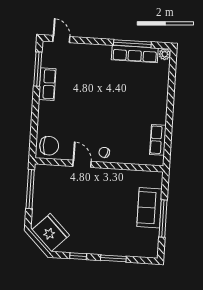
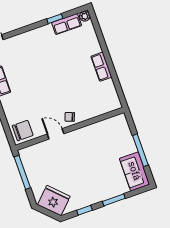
window: (132, 44) -> (55, 19), width x0.46
row of seats: (135, 54) -> (67, 24), width x0.68
row of seats: (158, 140) -> (101, 67), moved
sofa: (149, 208) -> (135, 171), moved

